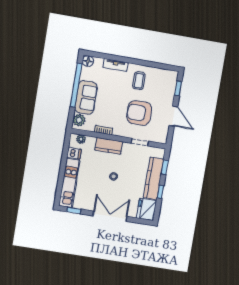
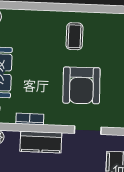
tv unit: (115, 65) -> (35, 17), removed
armchair: (139, 113) -> (81, 85), turned -91

